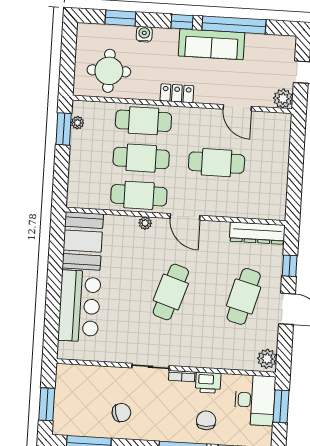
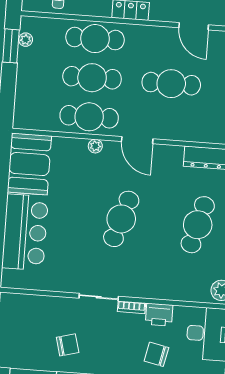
chair: (206, 420) -> (156, 354), turned -78

